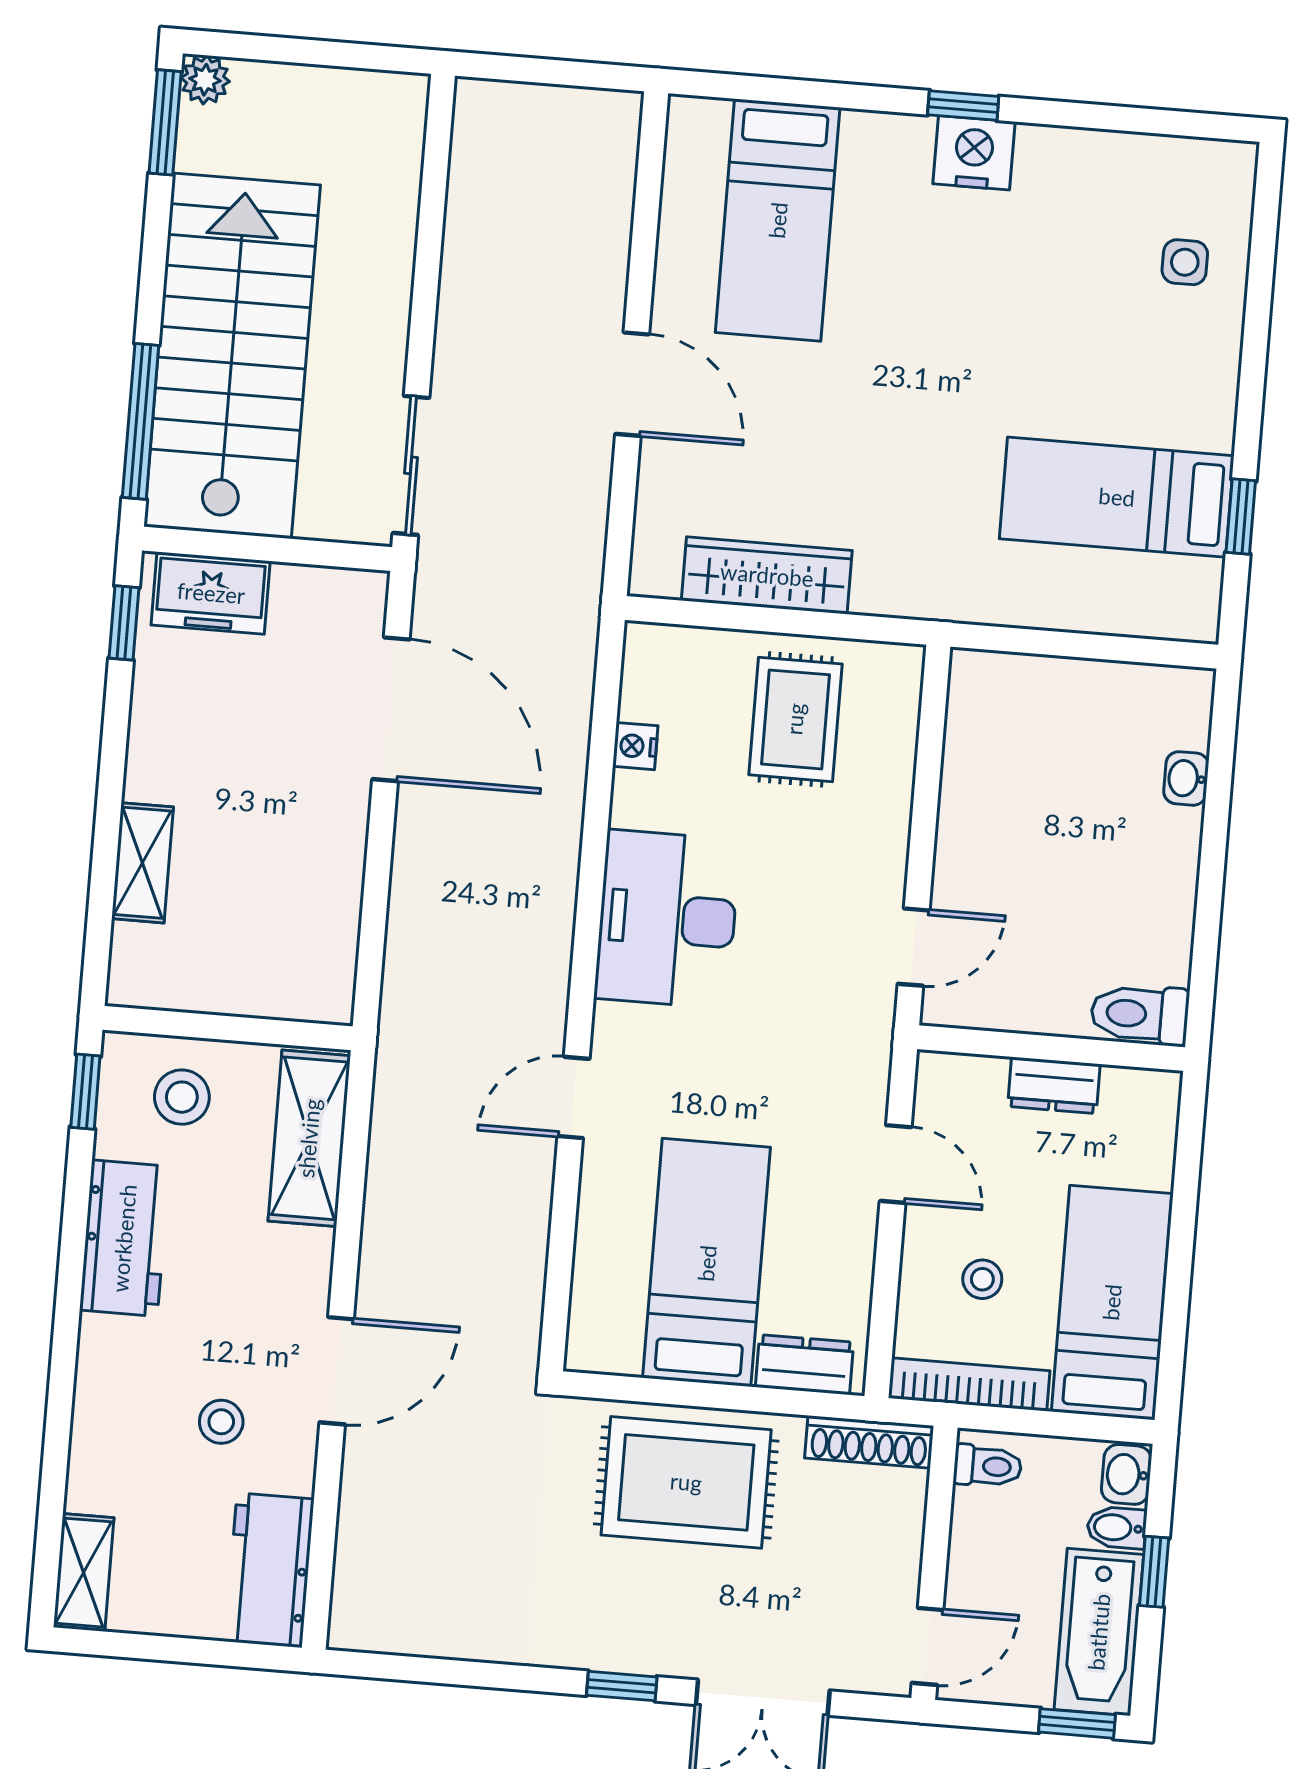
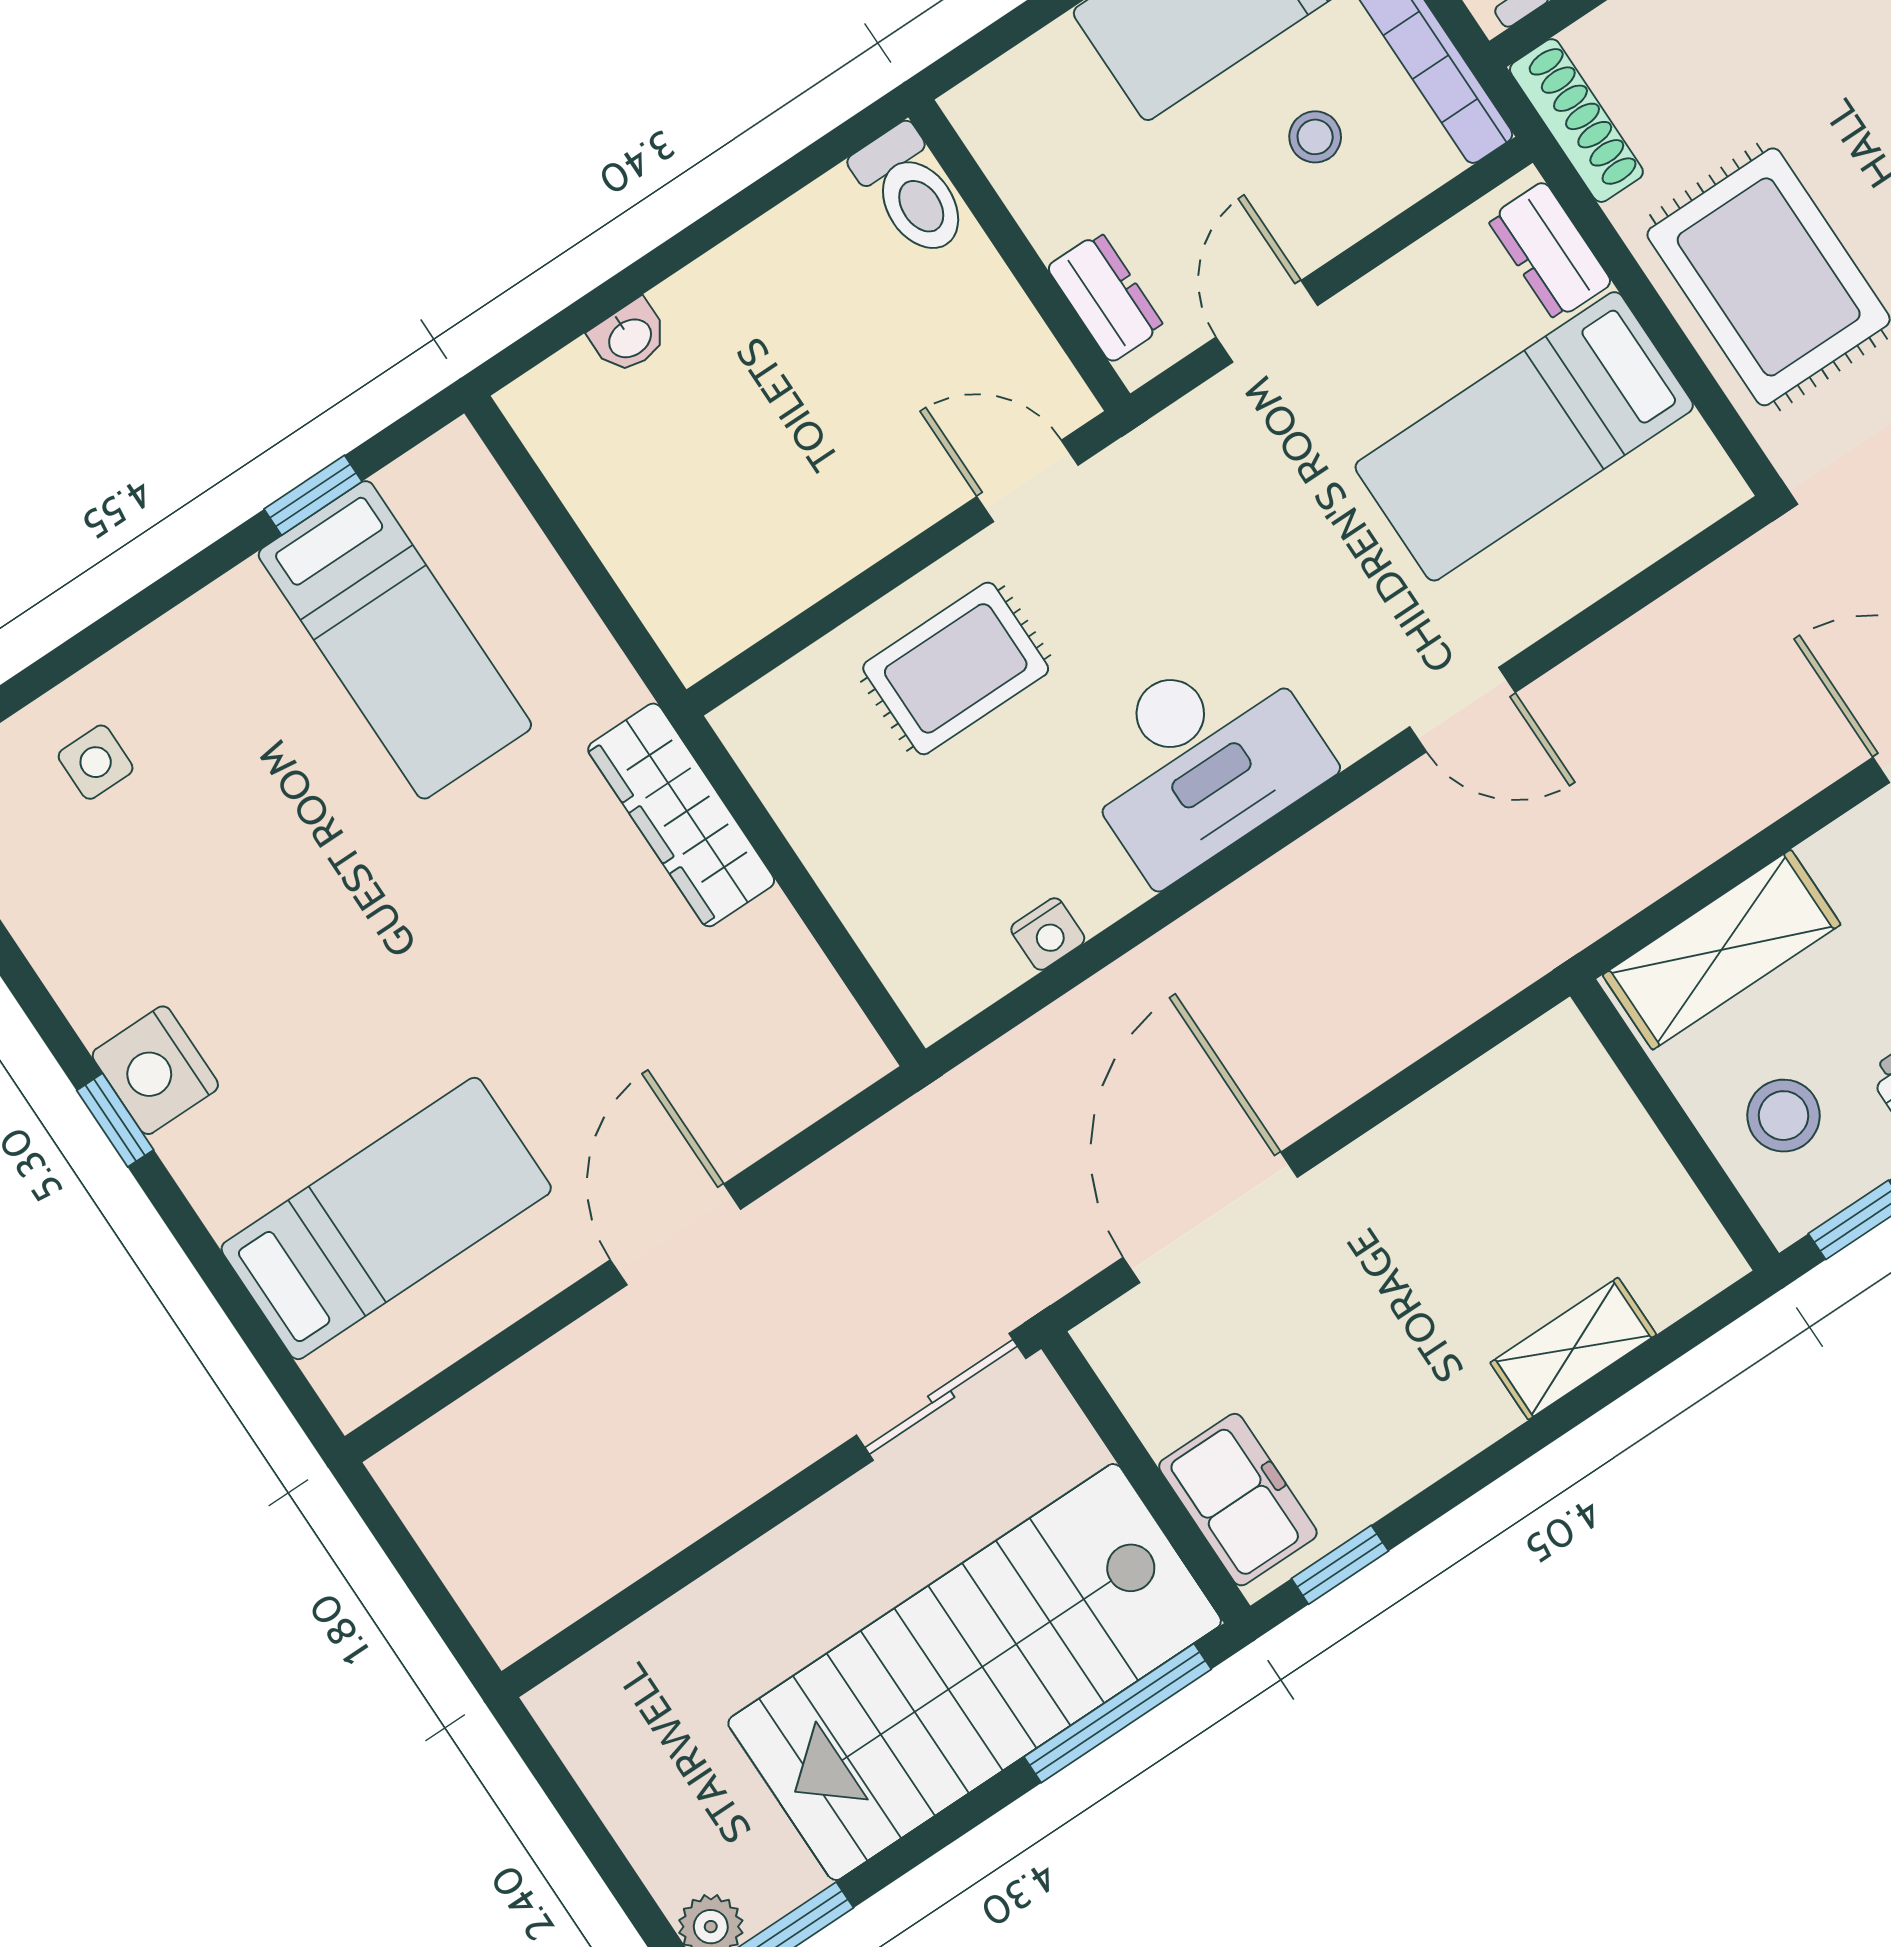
wardrobe: (767, 575) -> (681, 815), moved
rug: (795, 719) -> (956, 668), moved
dresser: (1054, 1085) -> (1106, 297), moved

